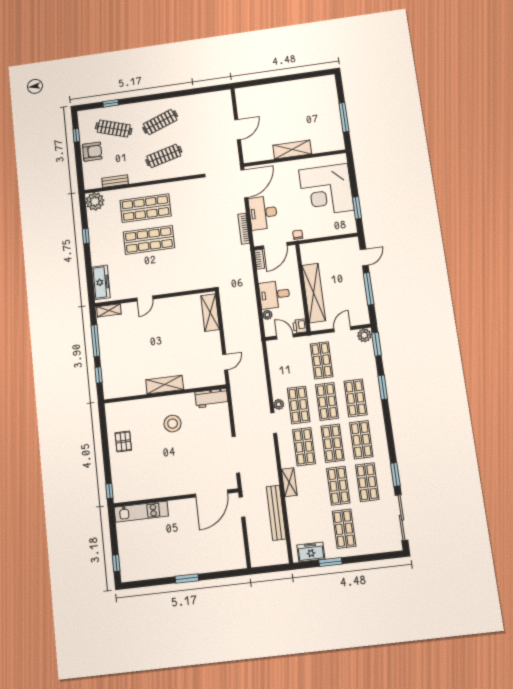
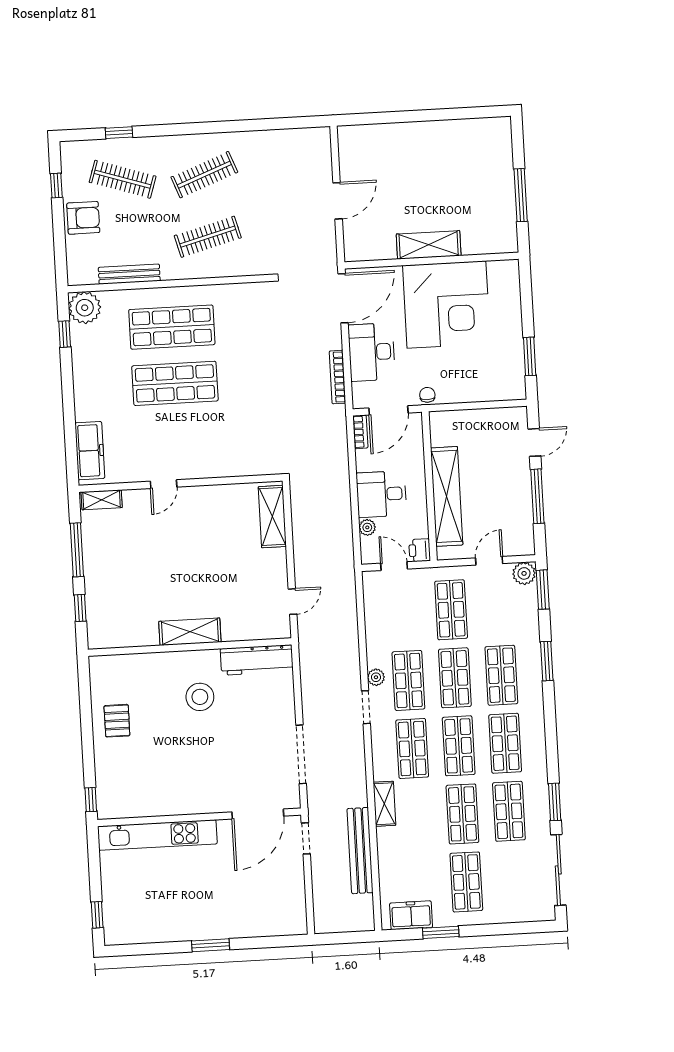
bench: (115, 181) -> (129, 274), width x1.36
corner desk: (326, 190) -> (446, 305), moved, turned -90
window: (86, 236) -> (65, 334), moved
workbench: (212, 398) -> (257, 660), width x1.38
kitchen unit: (141, 512) -> (157, 835), width x1.36

